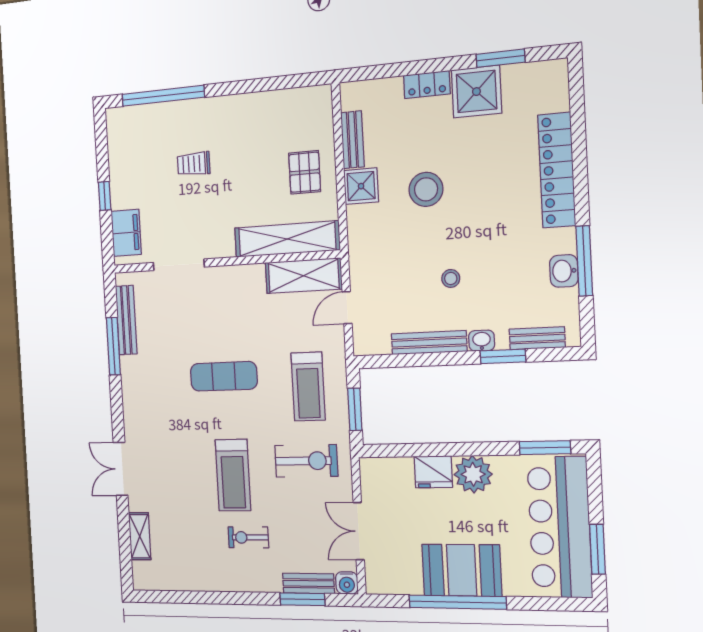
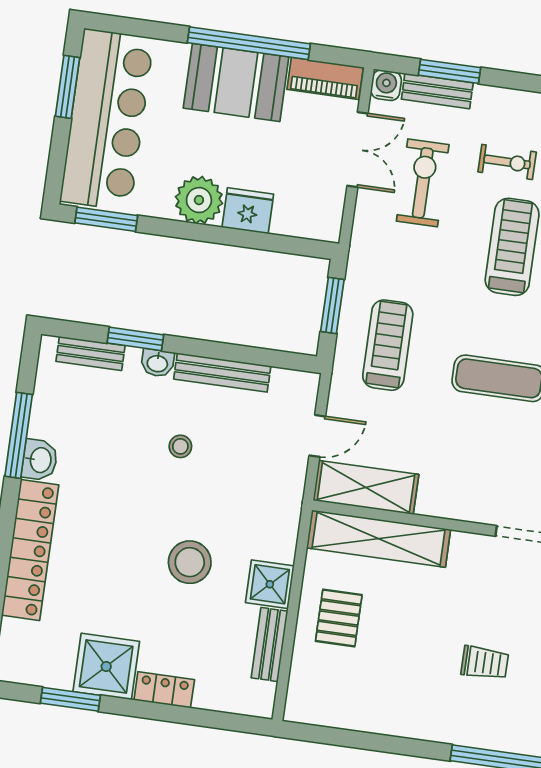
washbasin: (564, 271) -> (40, 460), moved
exercise bike: (306, 461) -> (423, 183), moved, turned 90
piano: (393, 582) -> (325, 78), added

